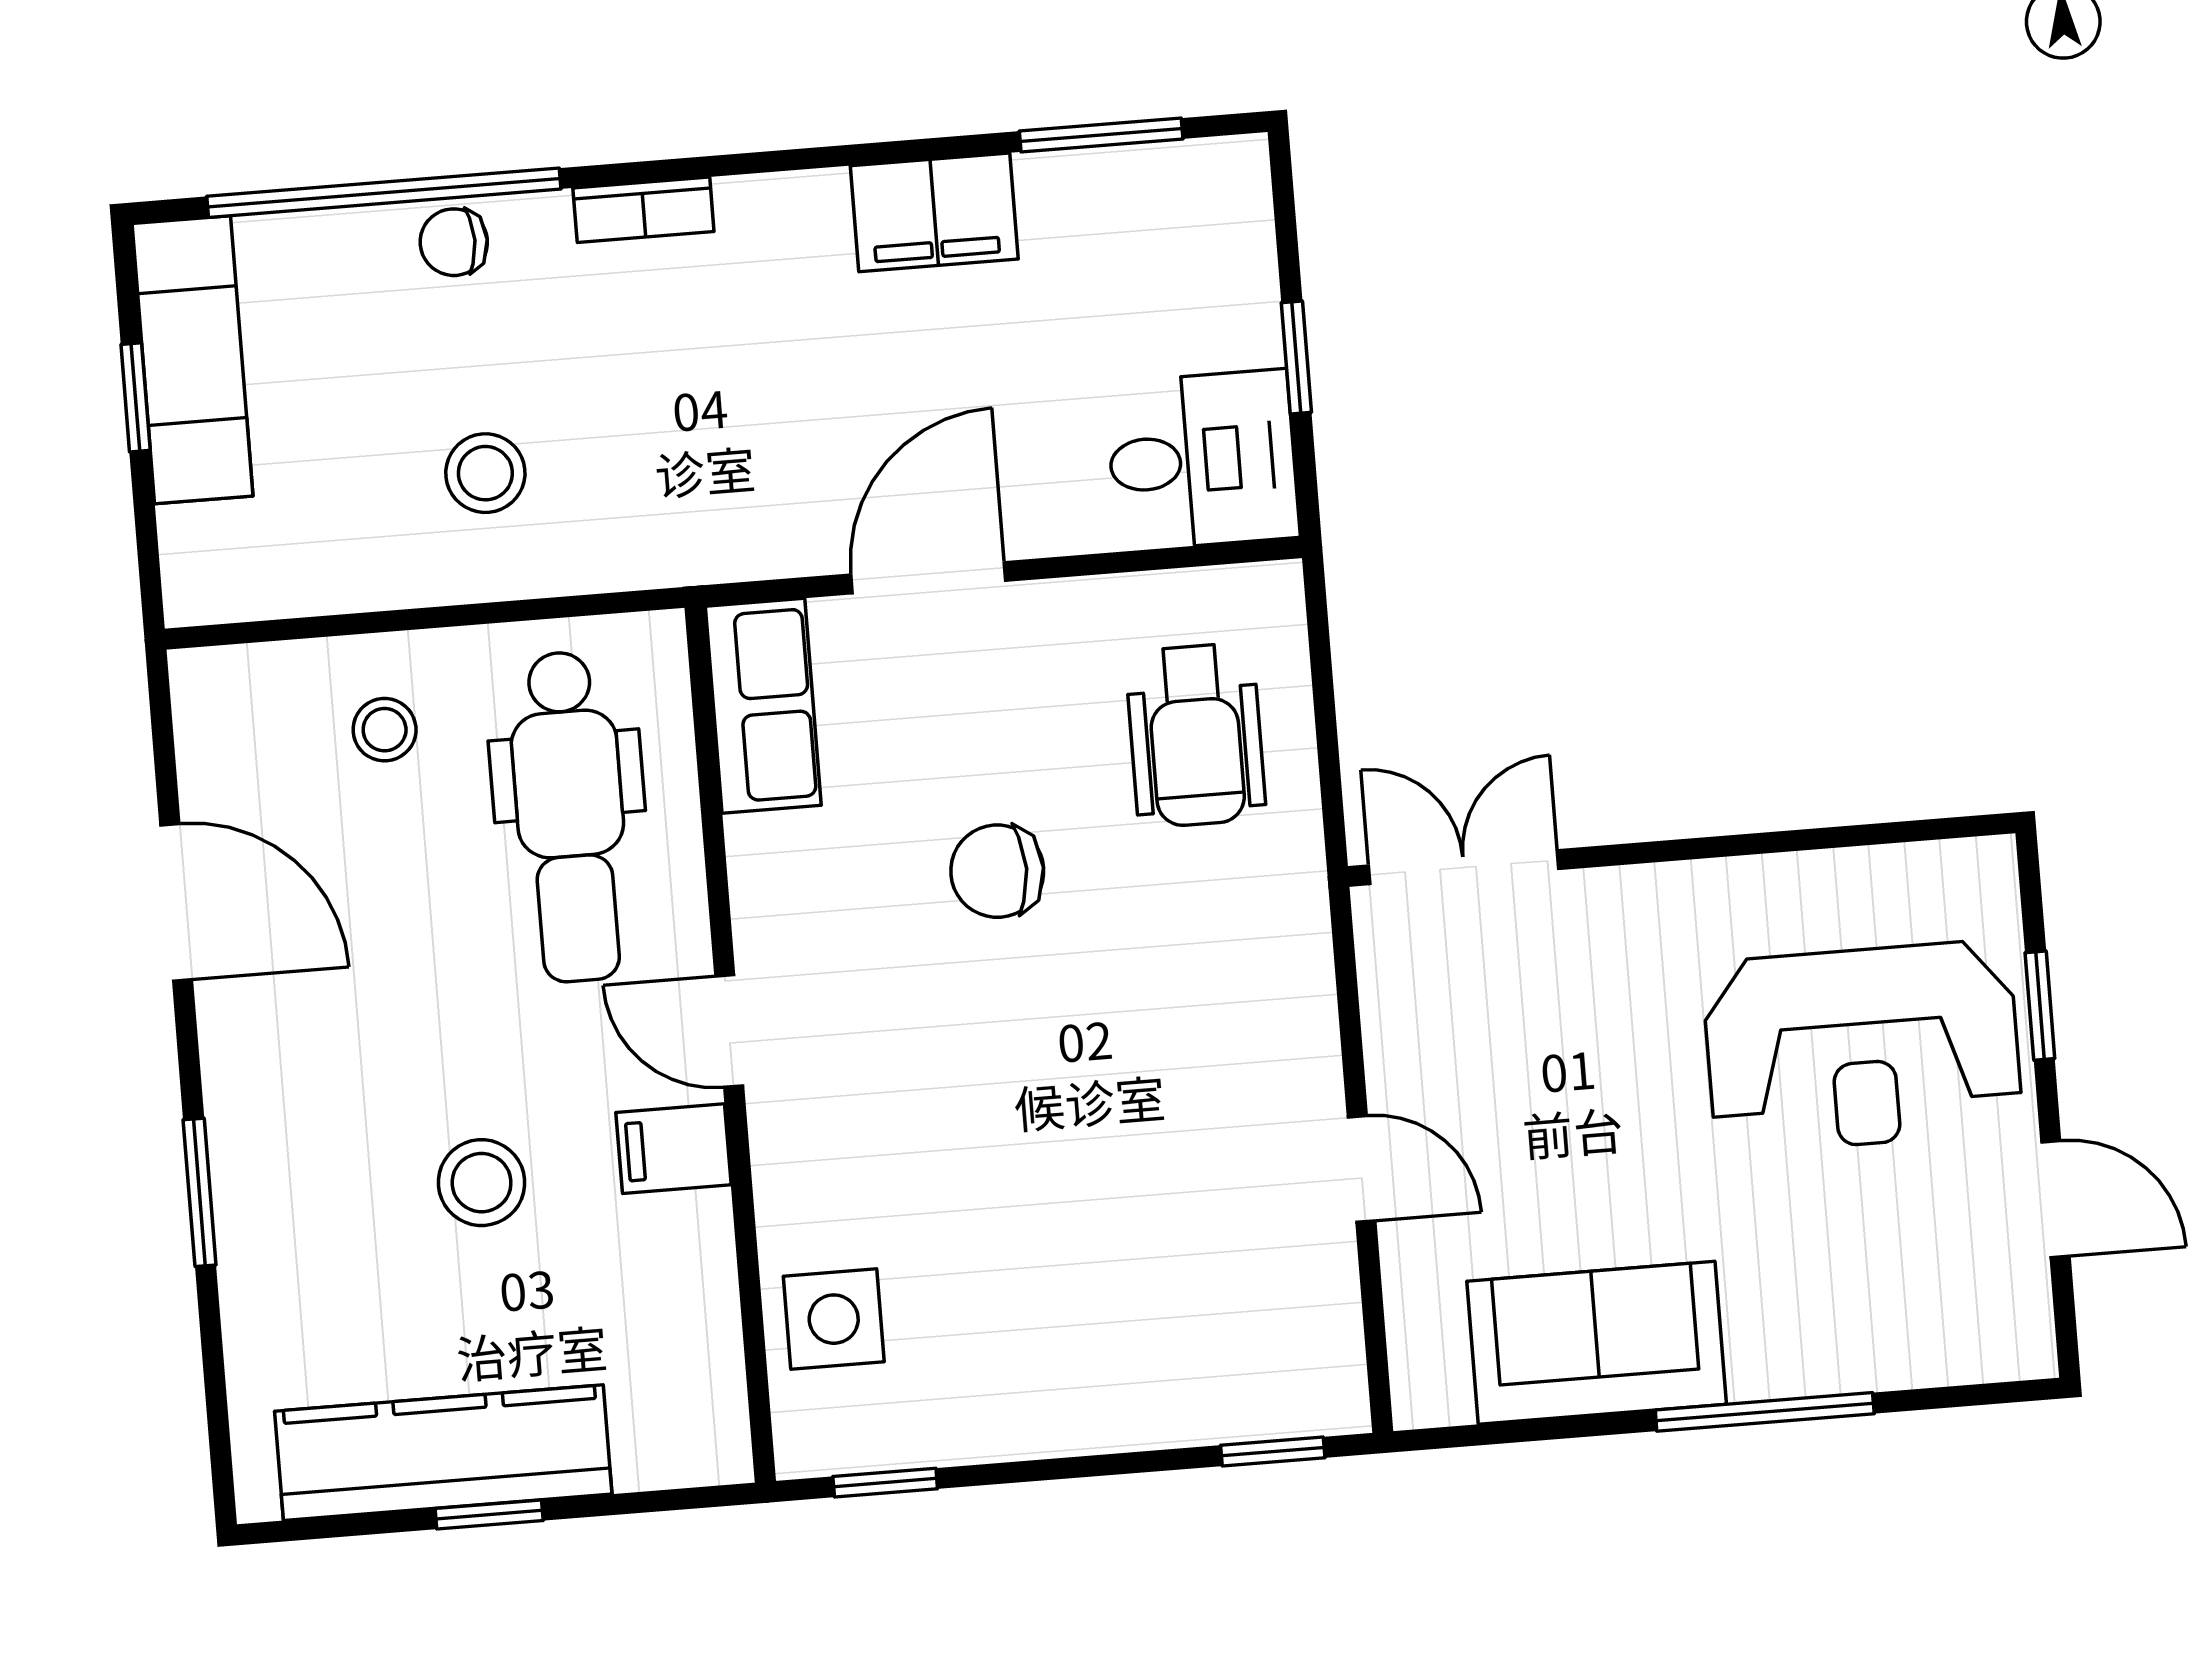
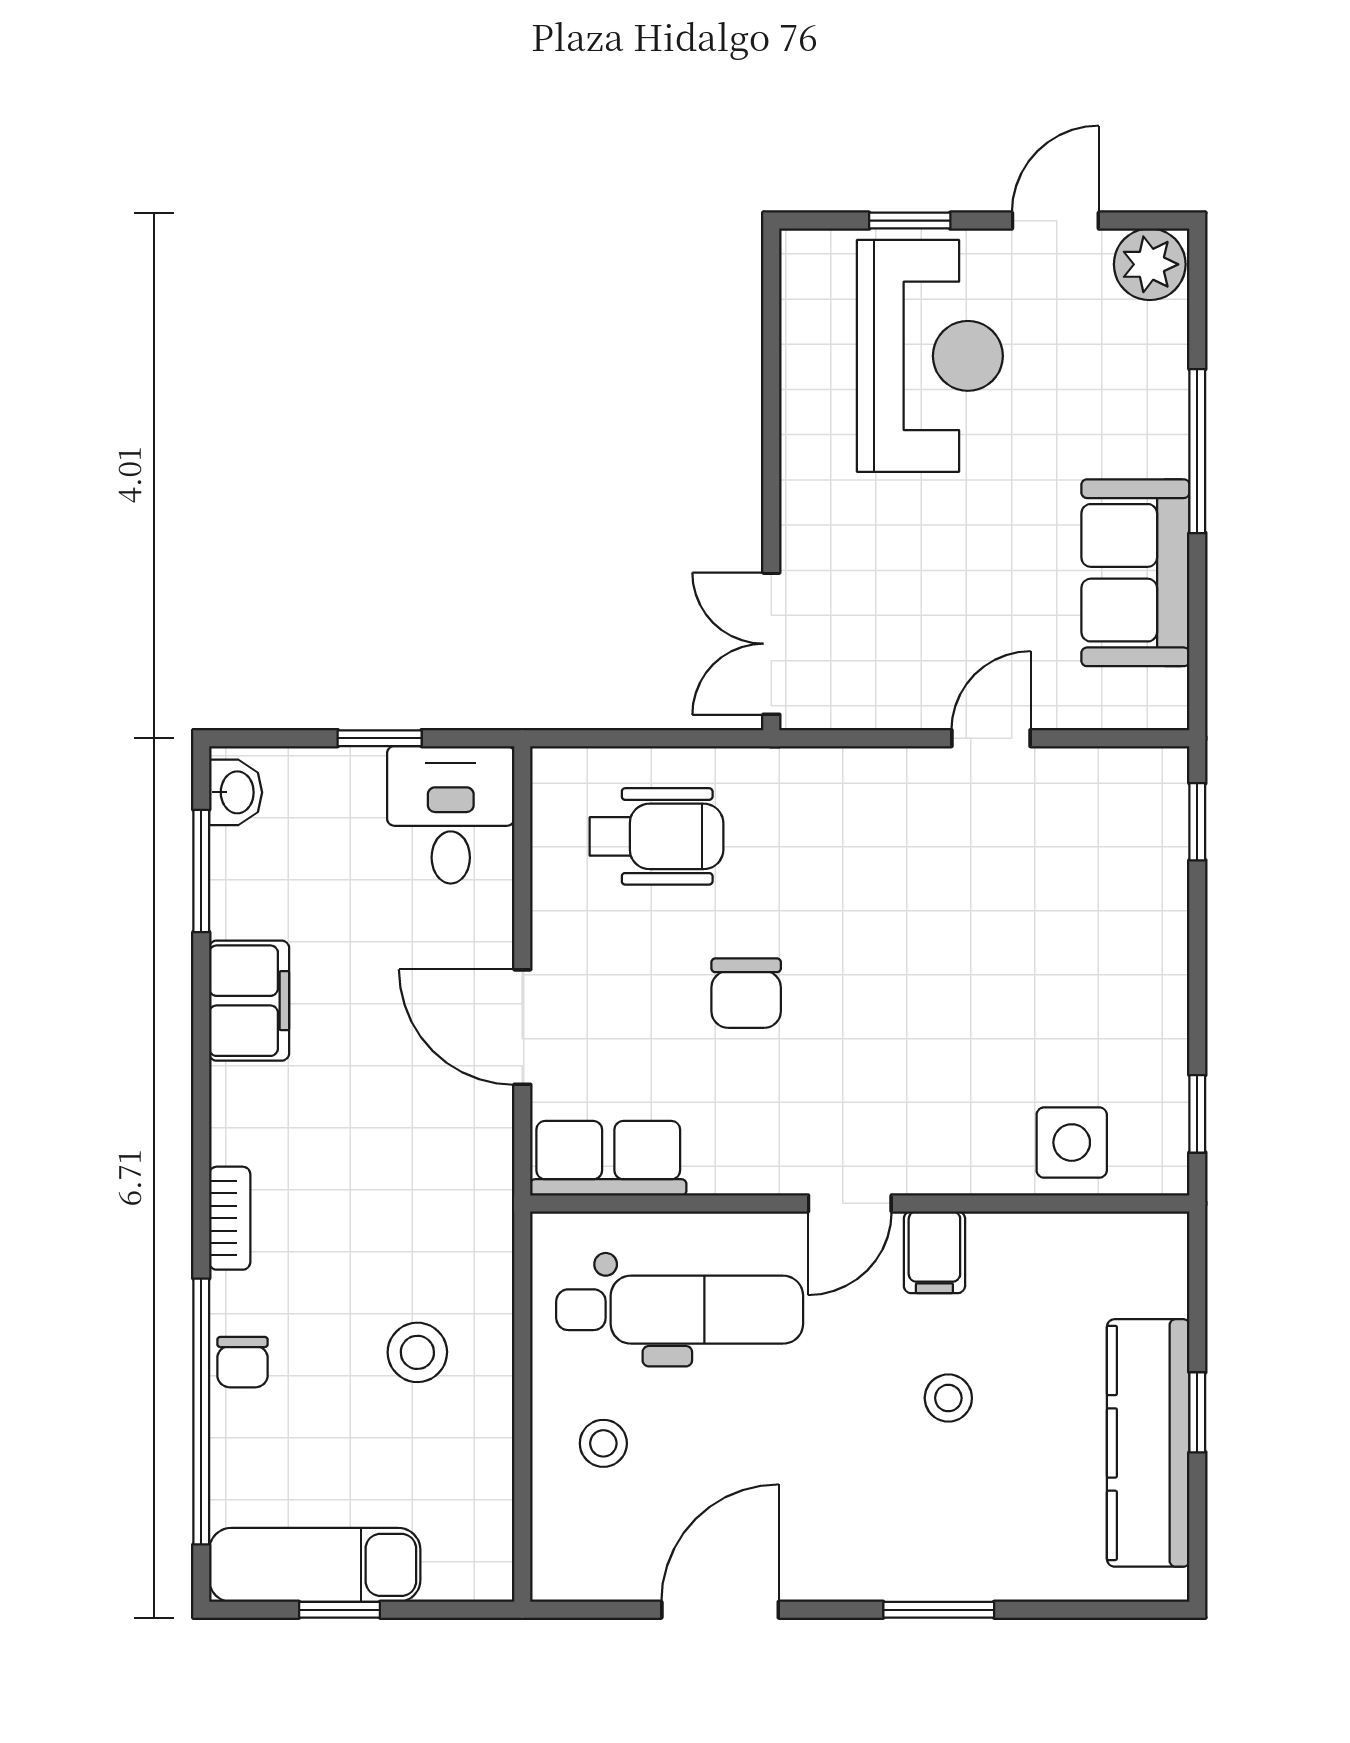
washbasin: (1209, 172) -> (236, 792), added
stool: (482, 1183) -> (948, 1398), width x0.73, depth x0.73
plant: (2007, 1329) -> (1150, 264), added

